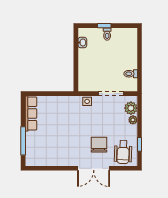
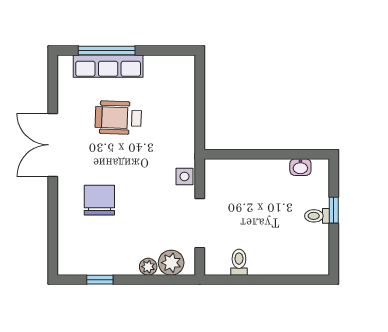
row of seats: (31, 113) -> (108, 66), moved
chair: (99, 145) -> (99, 200), turned -90
wheelchair: (123, 152) -> (118, 118), moved
double door: (94, 168) -> (53, 145), moved

